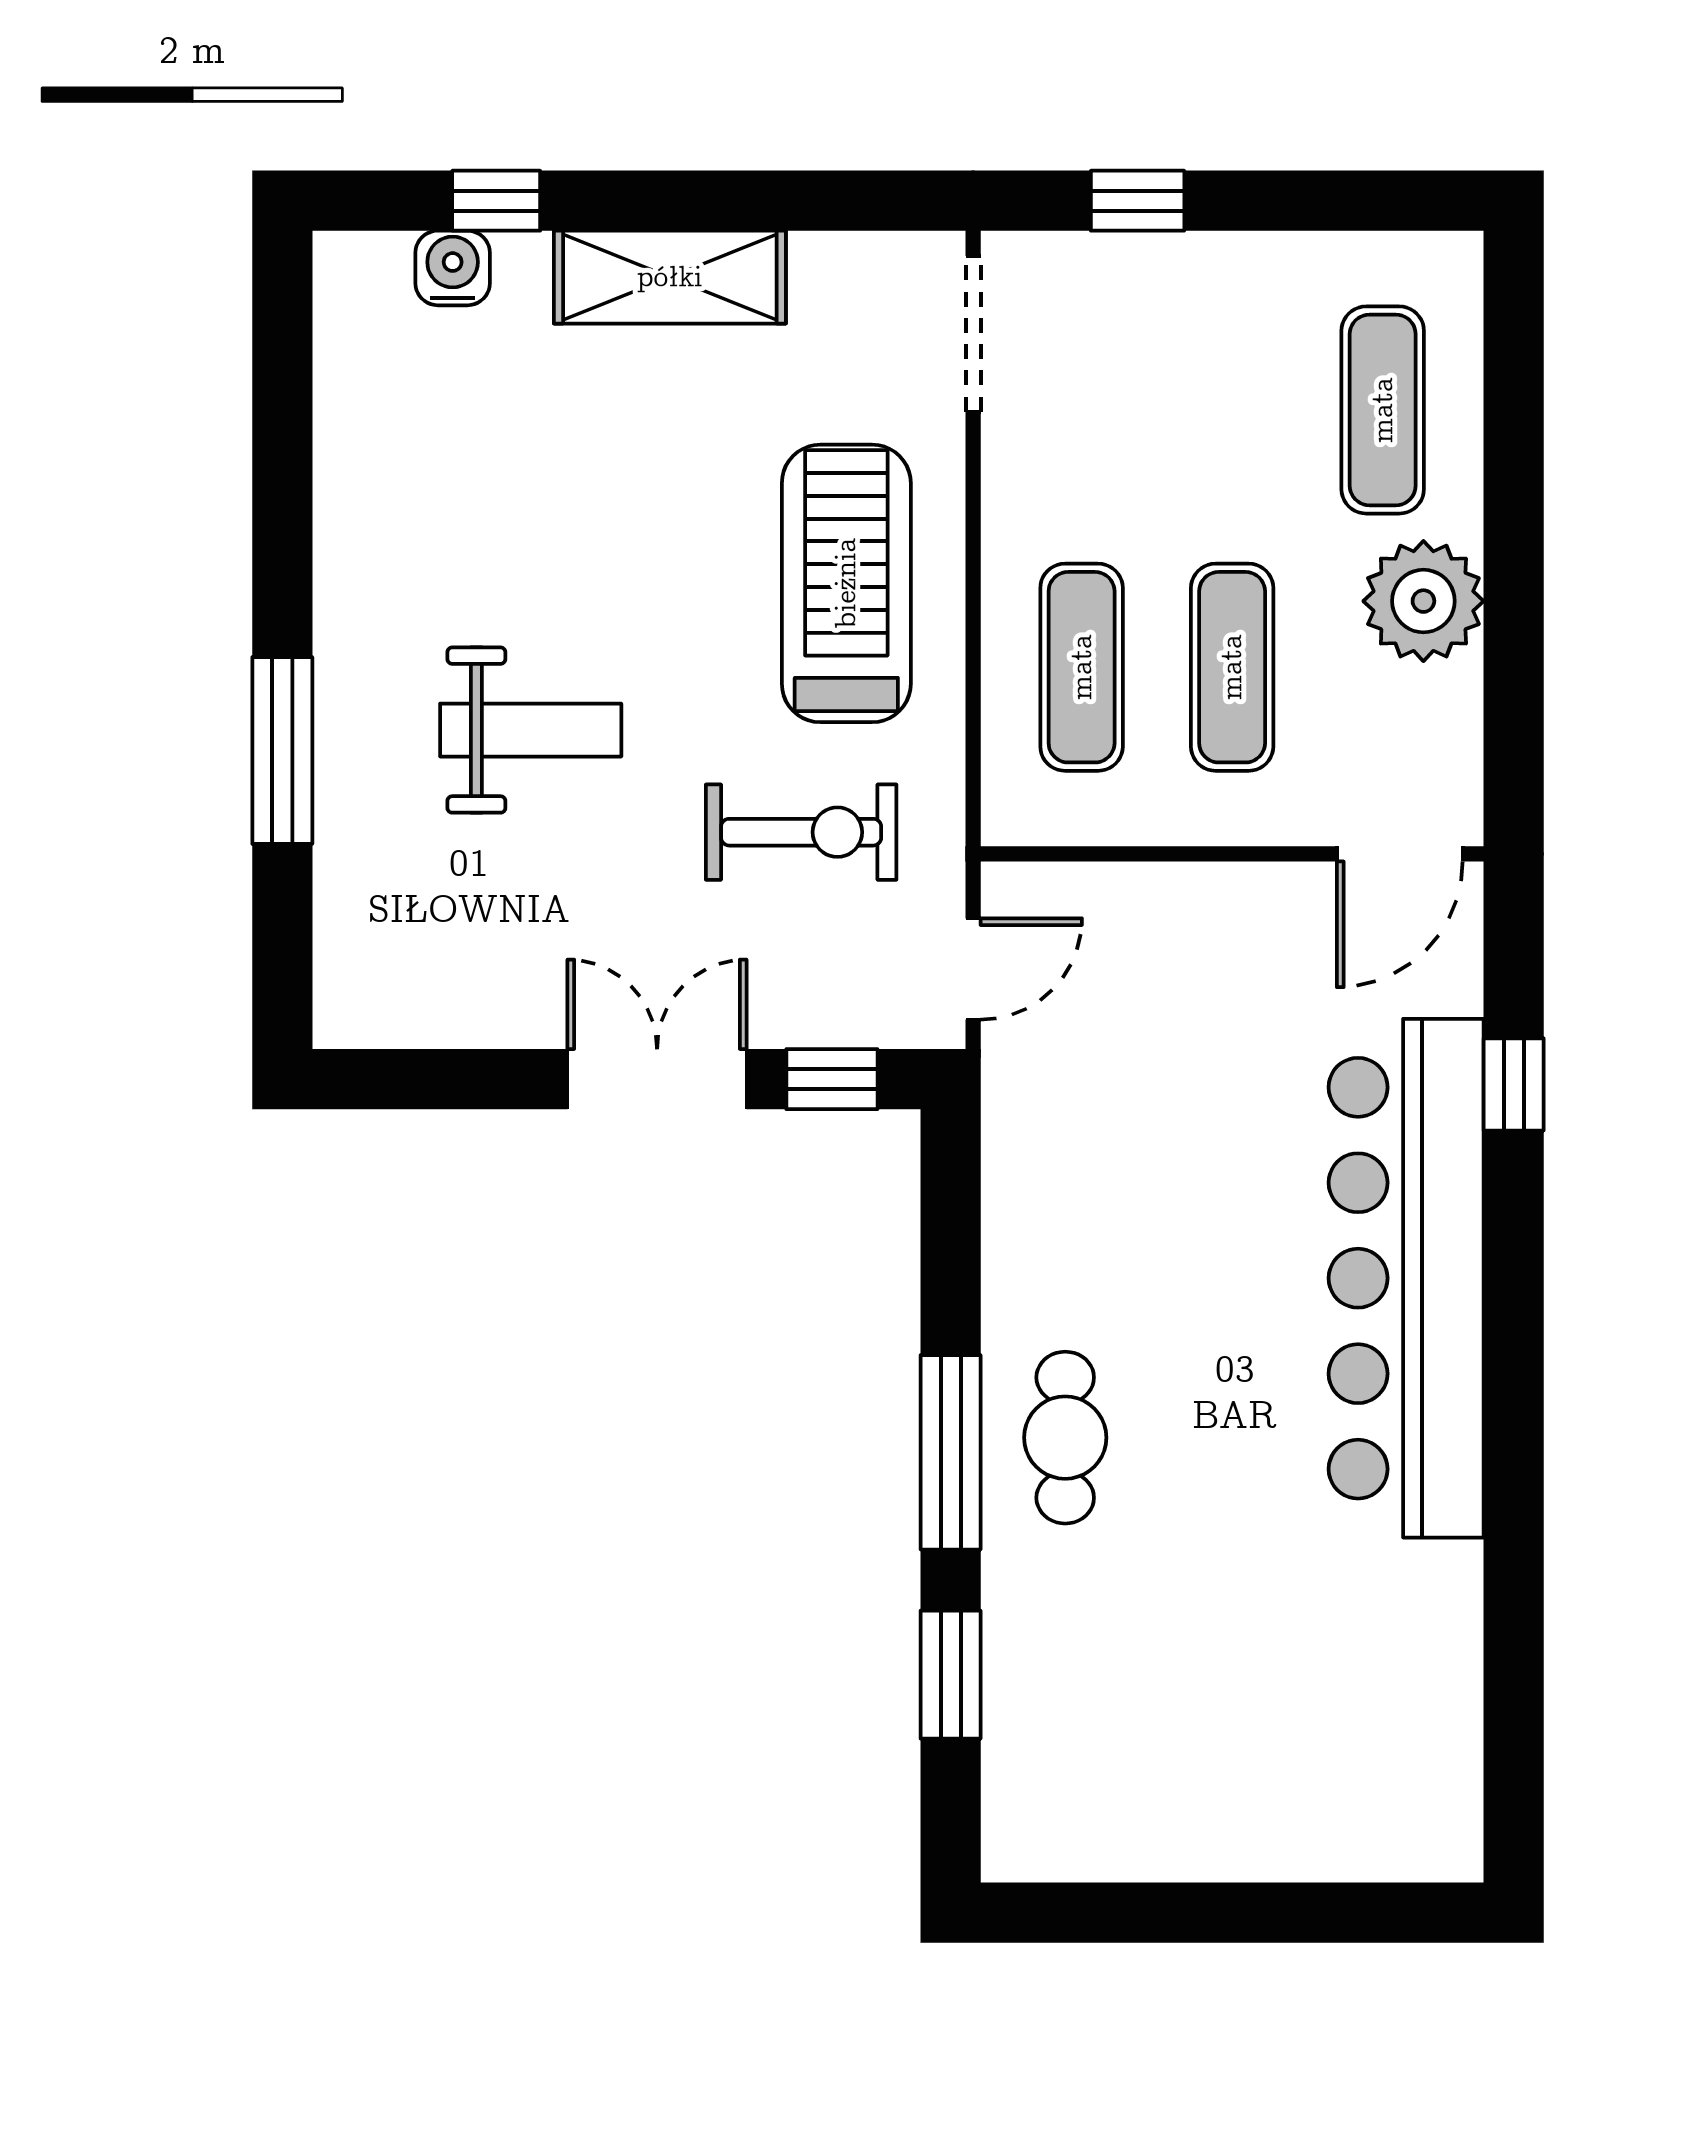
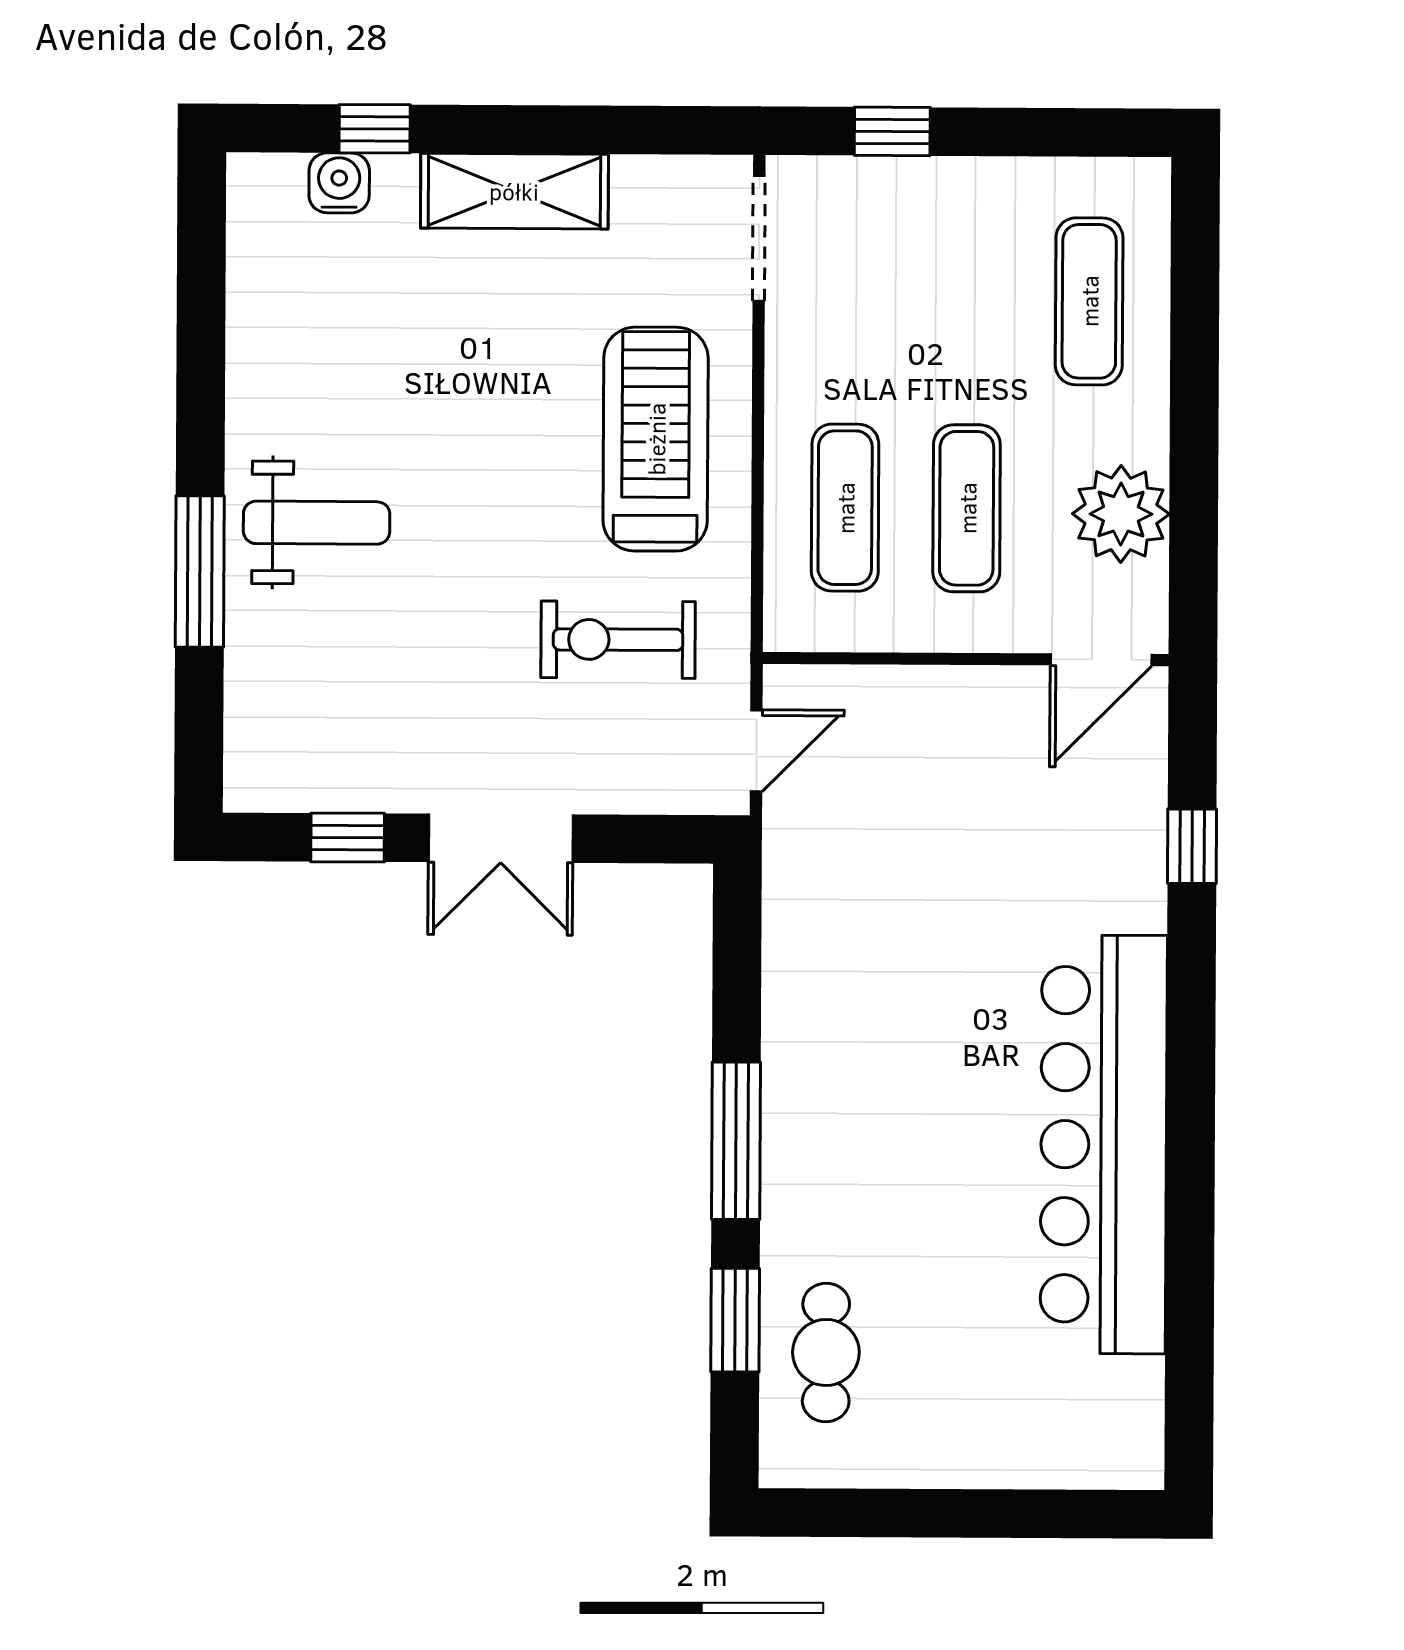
plant: (1423, 601) -> (1121, 514), moved
weight bench: (531, 730) -> (317, 523), moved
exercise bike: (801, 832) -> (618, 640), turned 180
double door: (657, 1079) -> (501, 838), swing flipped
window: (832, 1079) -> (348, 838), moved
bar counter: (1406, 1278) -> (1104, 1144), moved
cafe table: (1065, 1438) -> (826, 1352), moved

